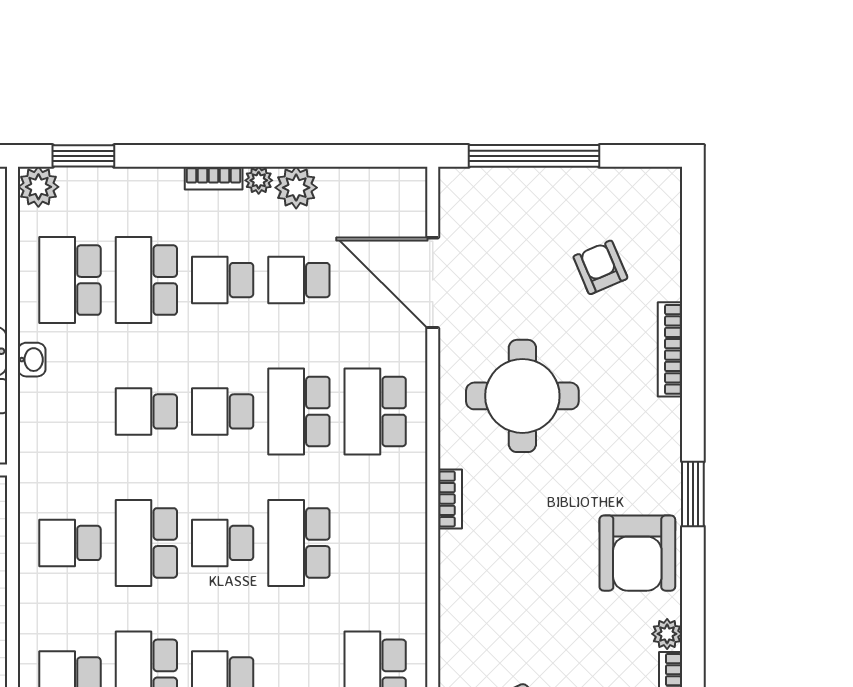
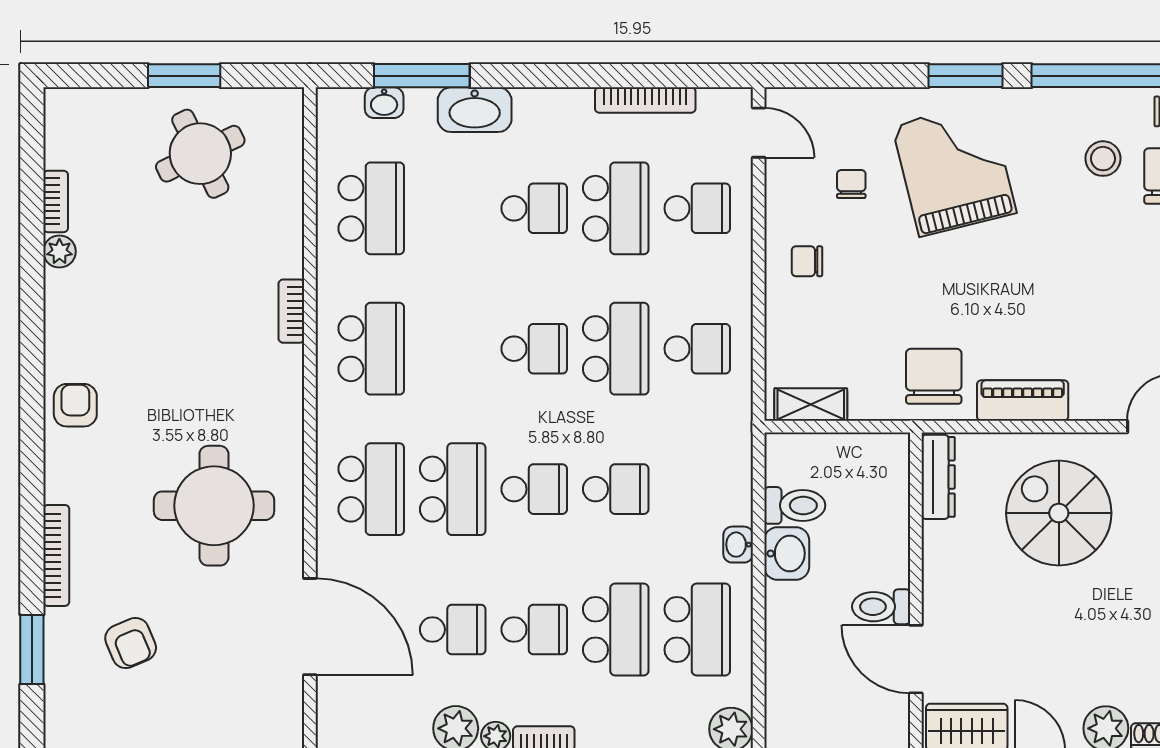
window: (693, 494) -> (32, 649), moved
bookcase: (450, 499) -> (291, 311), moved
school desk: (299, 543) -> (371, 349), moved
armchair: (637, 553) -> (75, 405), moved, width x0.53, depth x0.53

